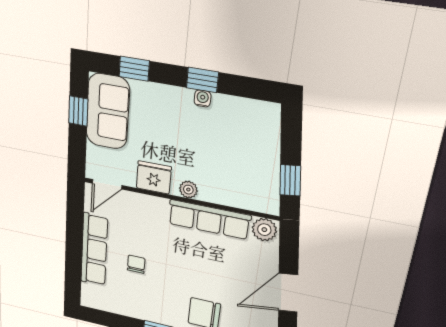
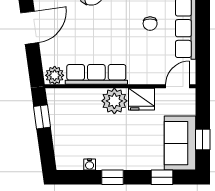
water cooler: (203, 98) -> (90, 164), moved
plant: (188, 190) -> (114, 101), width x1.87, depth x1.87

